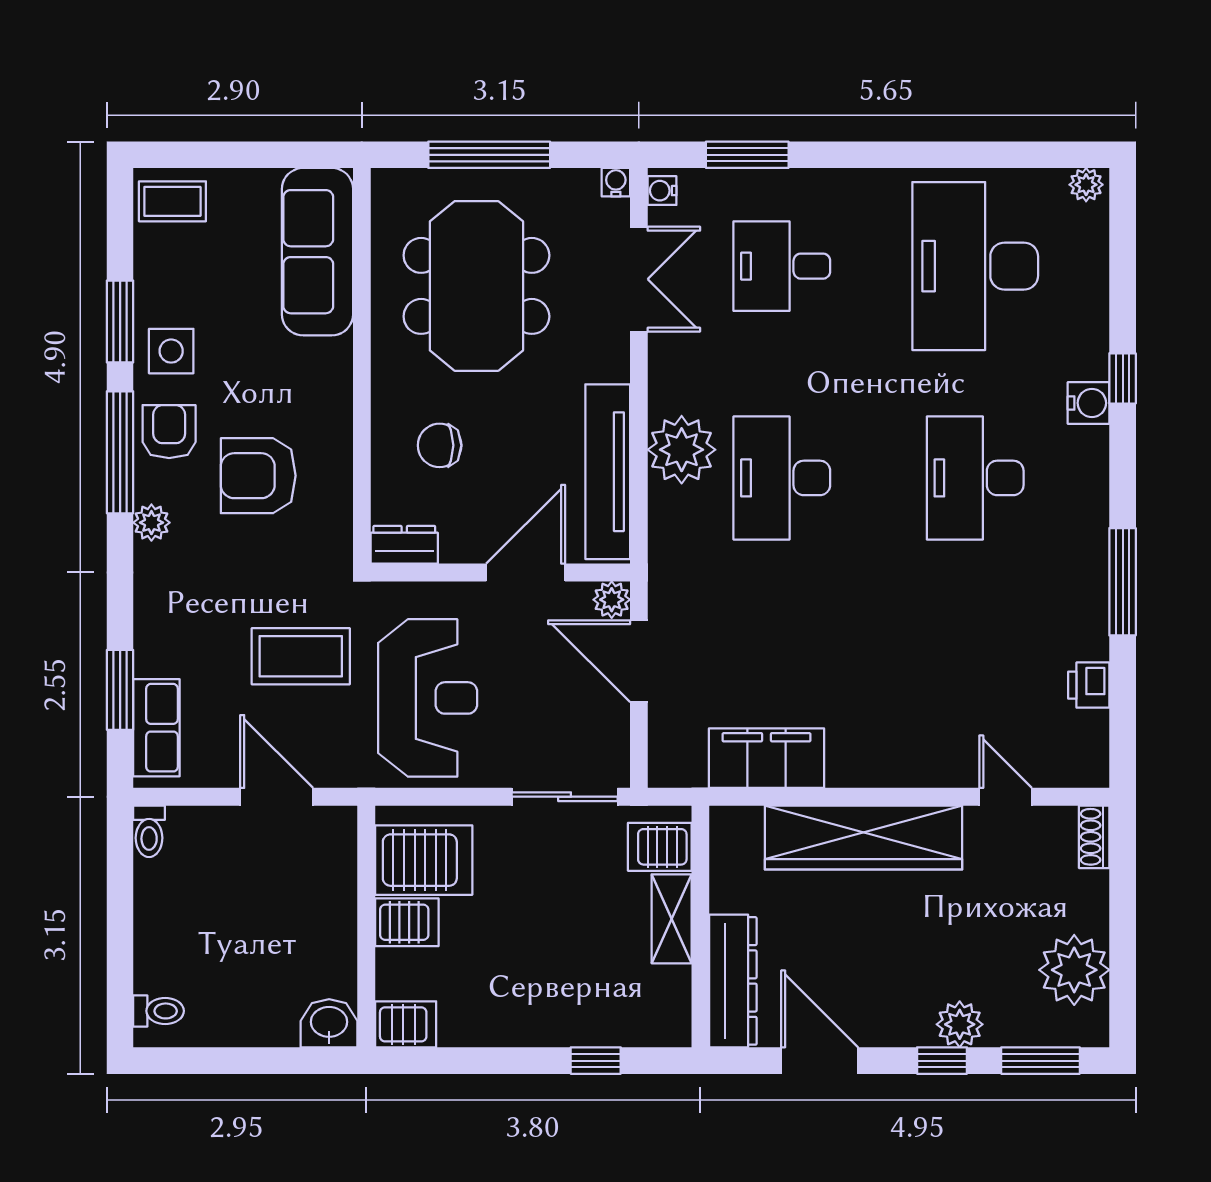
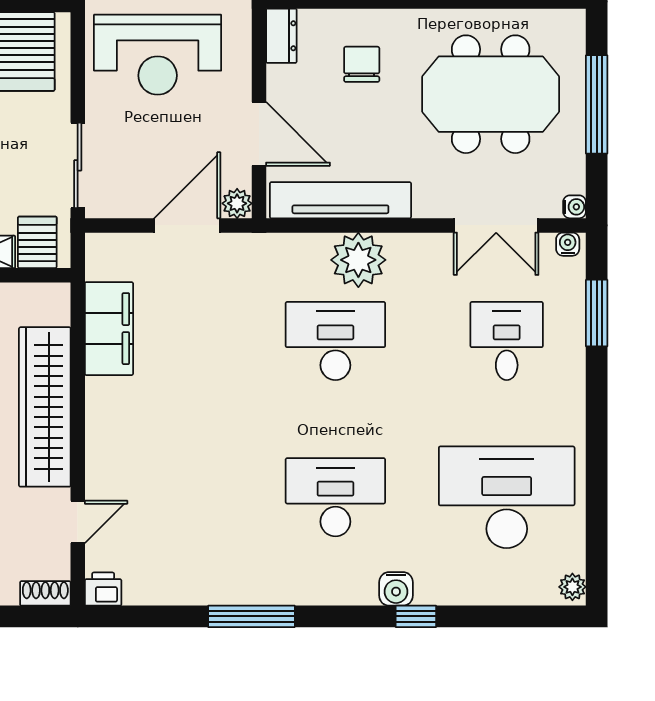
printer: (1089, 685) -> (103, 589), moved

